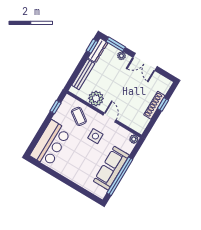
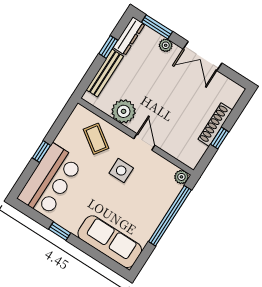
window: (92, 46) -> (108, 47), moved
window: (163, 104) -> (220, 138), moved
window: (55, 107) -> (41, 152), moved
sofa: (111, 168) -> (110, 242), moved, turned 90
window: (57, 176) -> (60, 231), added
window: (120, 176) -> (170, 216), moved

